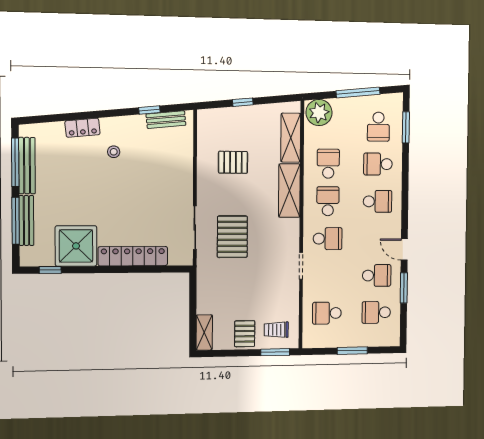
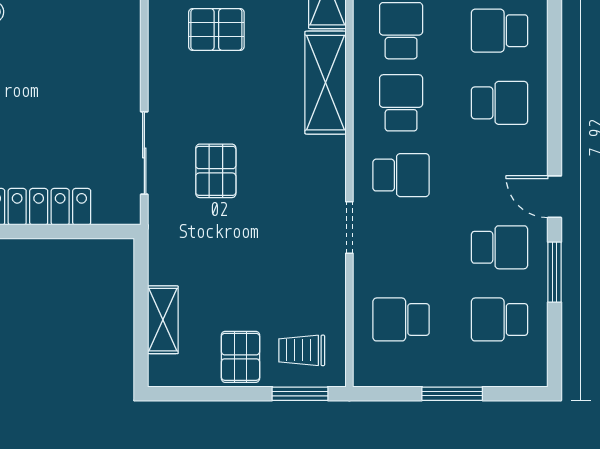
pallet: (232, 237) -> (216, 171), width x0.67, depth x0.71
shelving: (204, 332) -> (163, 320), moved

